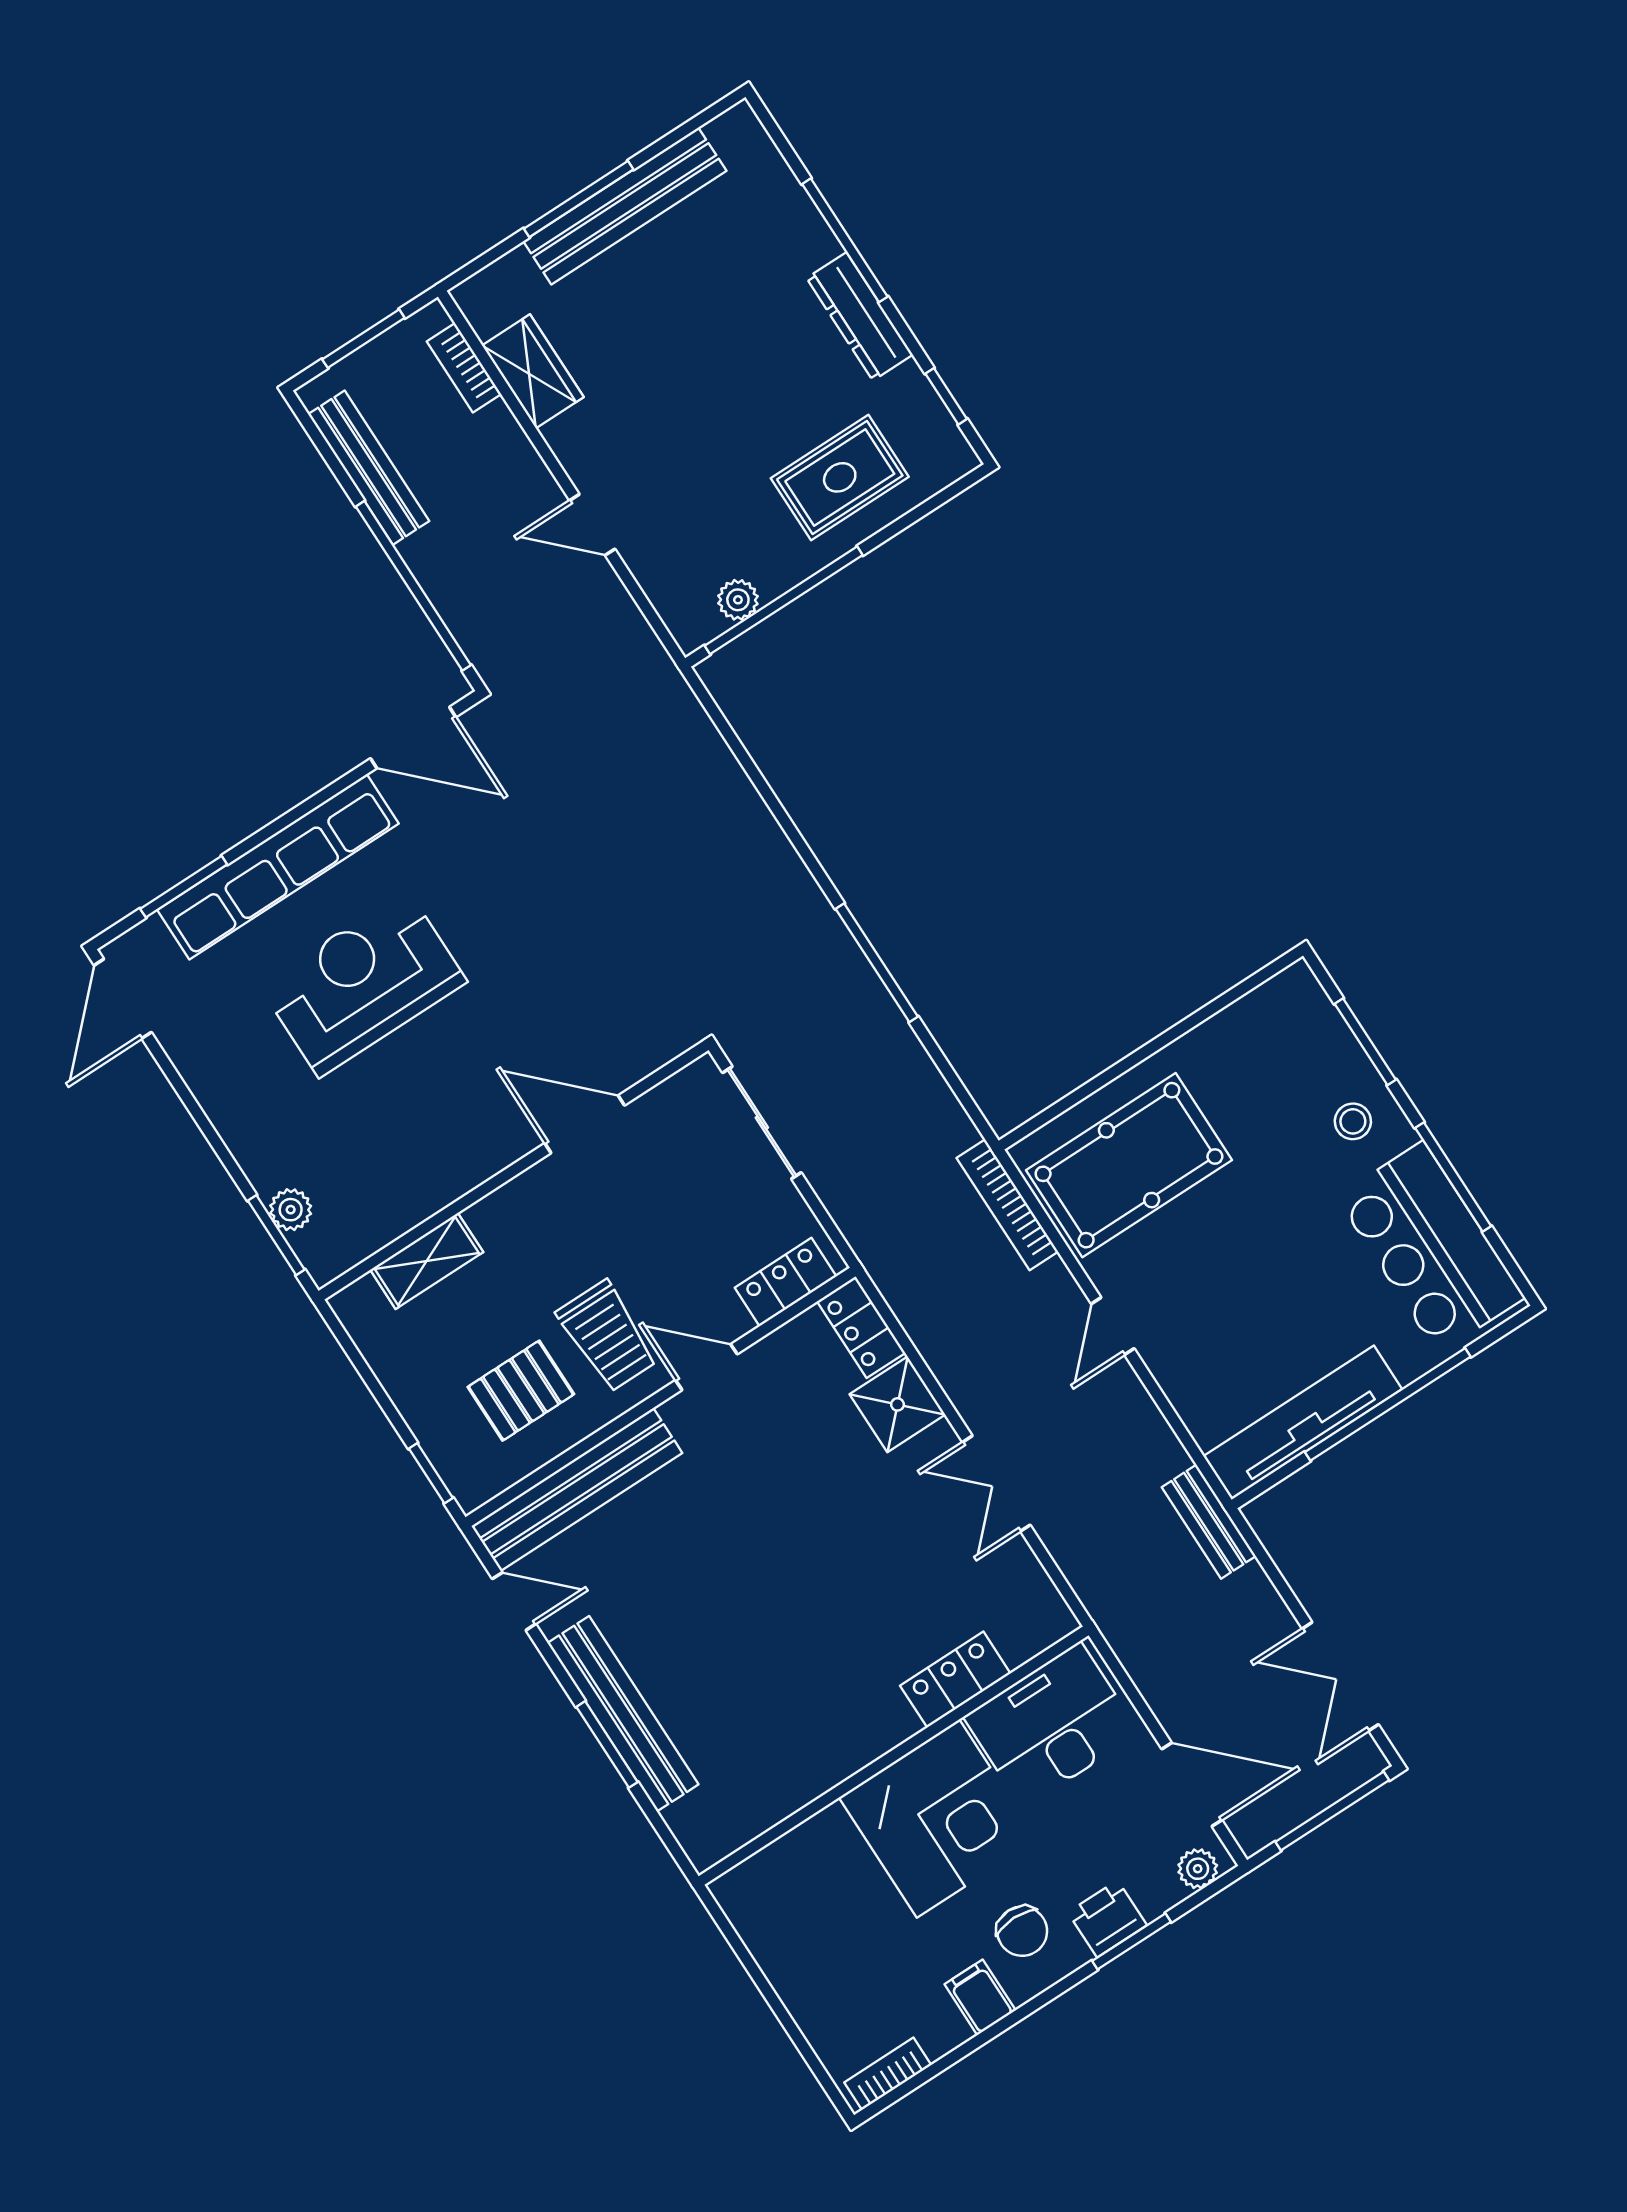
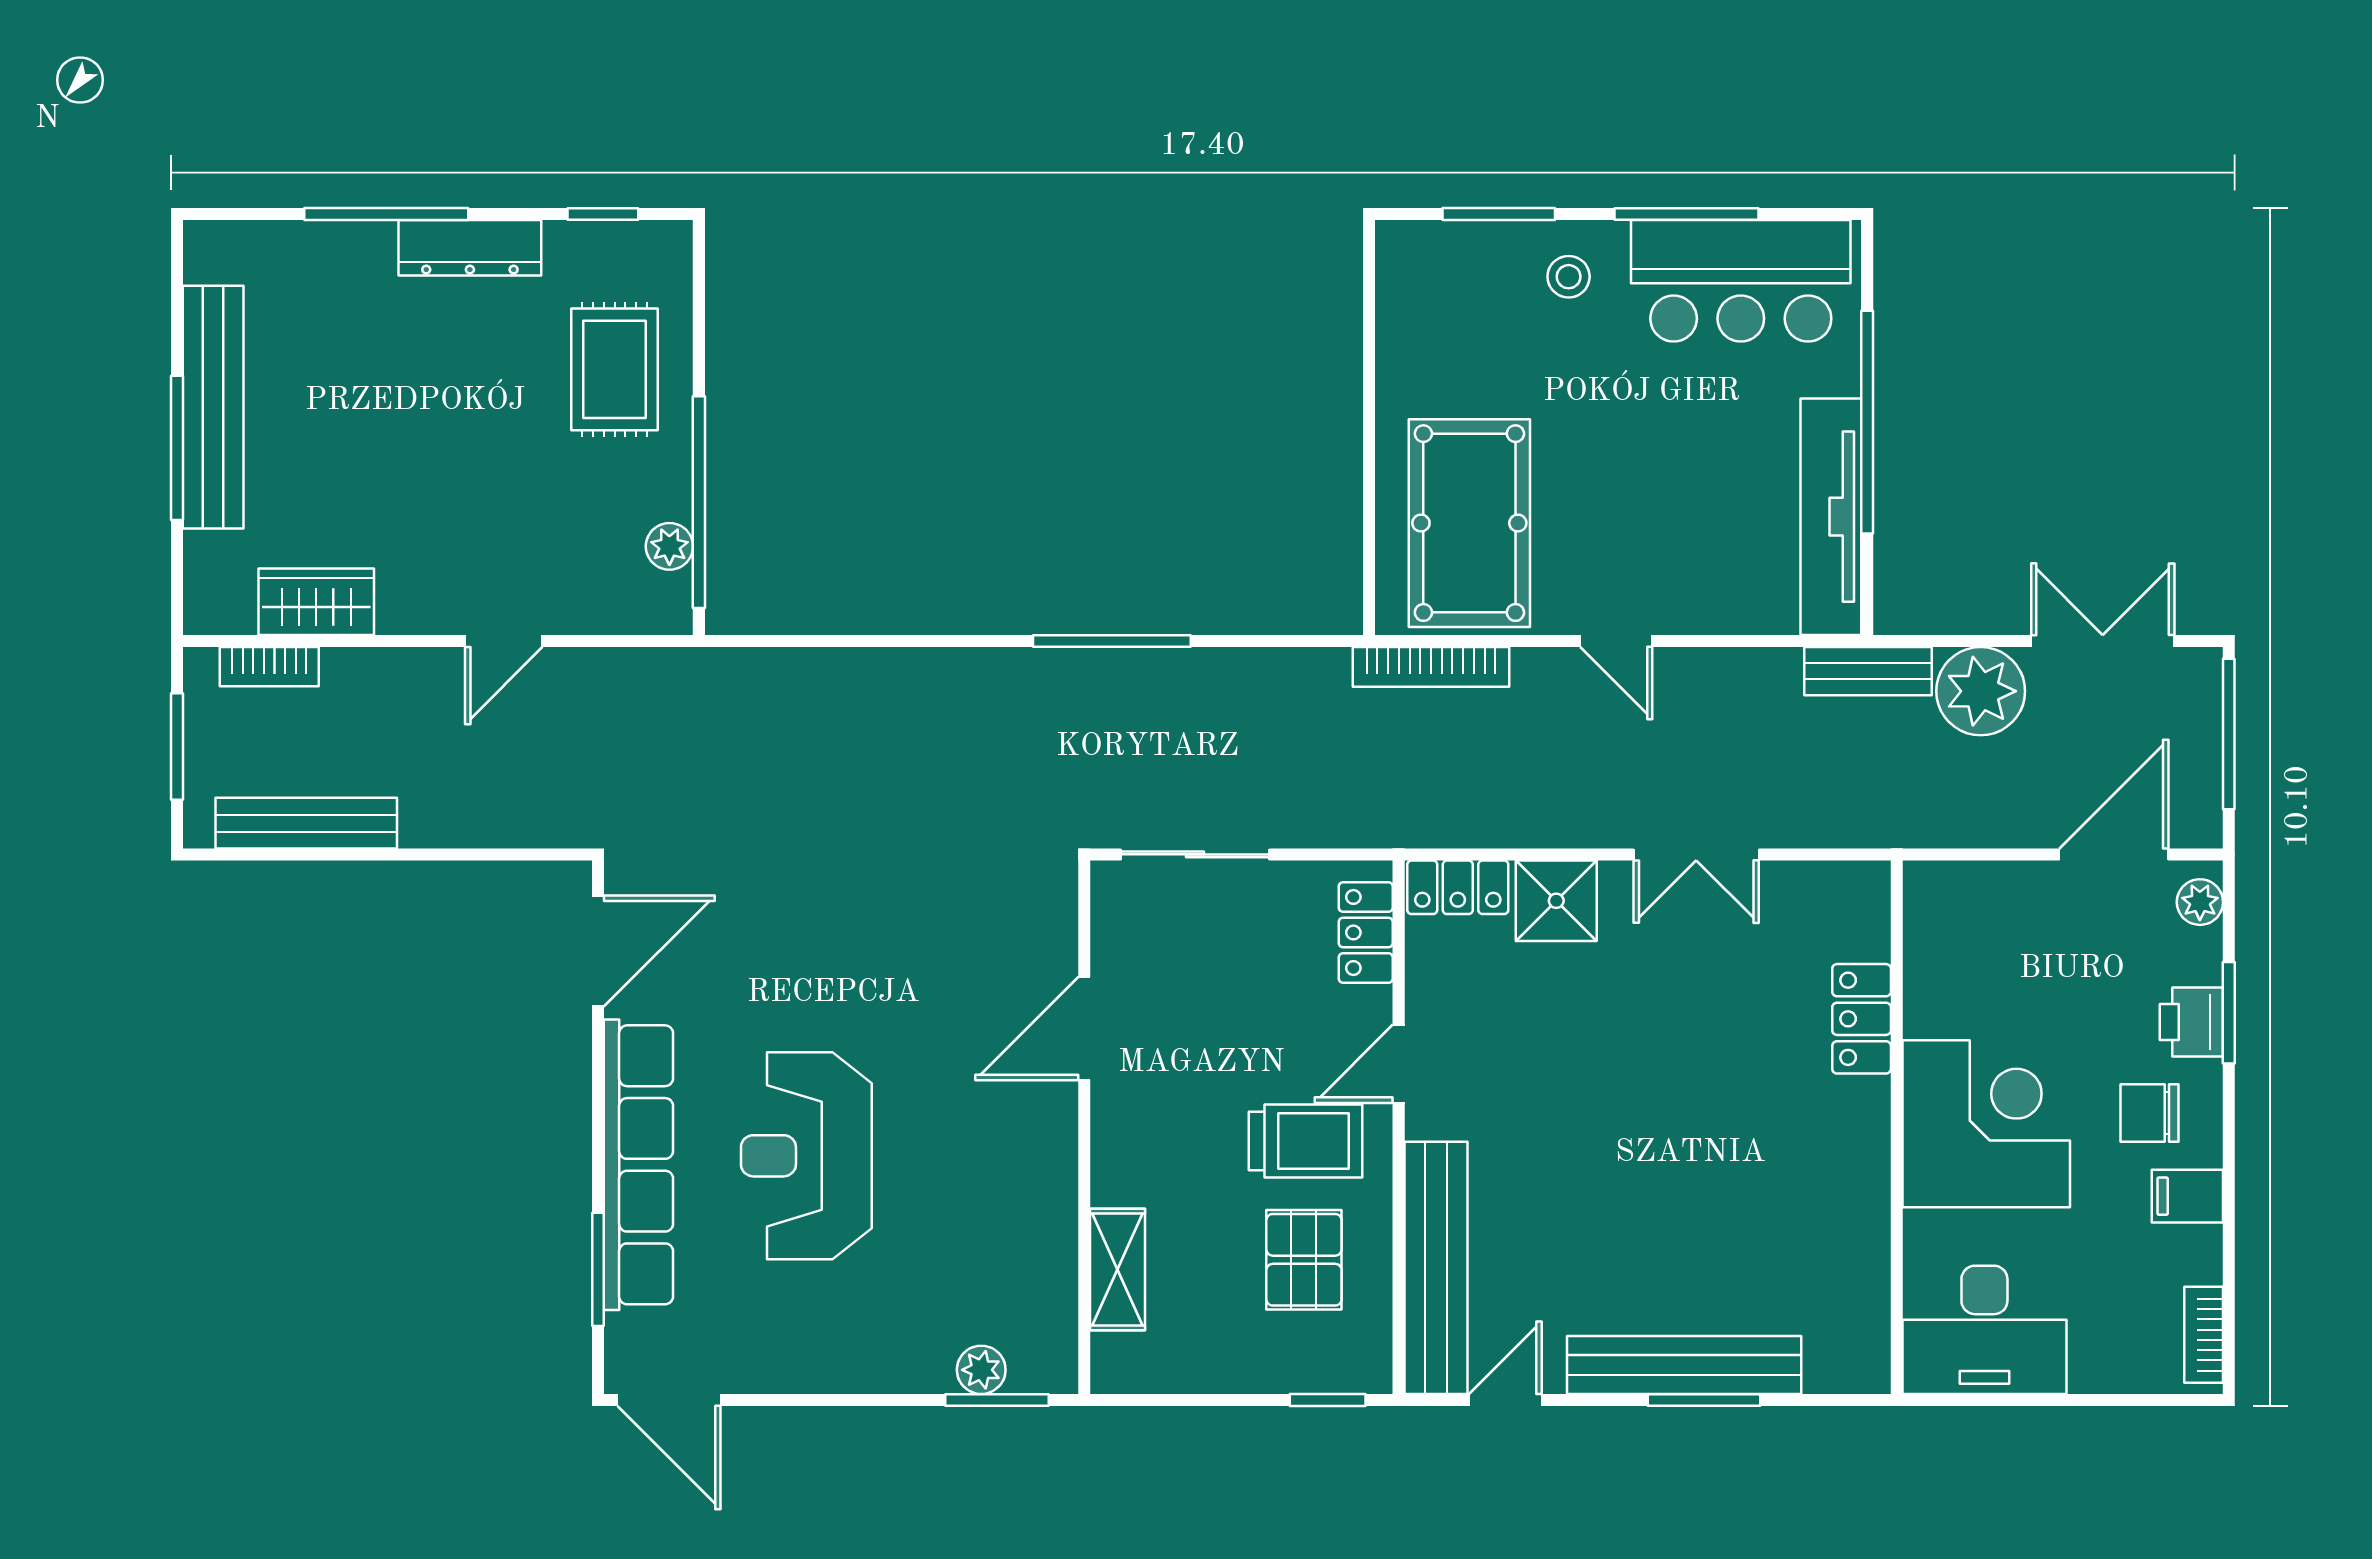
window: (413, 586) -> (450, 854), removed
plant: (1247, 1612) -> (1981, 691), added
double door: (1340, 1677) -> (2103, 641), swing flipped
desk: (1052, 1725) -> (1984, 1330), moved, turned -90
chair: (1022, 1931) -> (2150, 1113), turned 180

